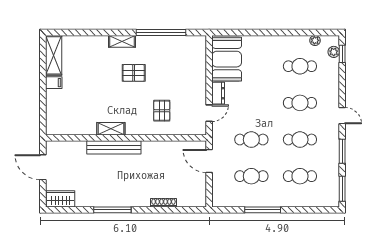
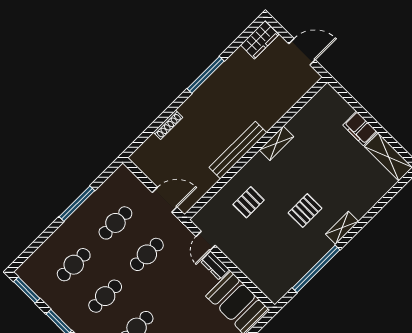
filing cabinet: (54, 83) -> (360, 128), width x2.00
pallet: (162, 111) -> (249, 202), turned 90
bench: (114, 147) -> (238, 150), moved

